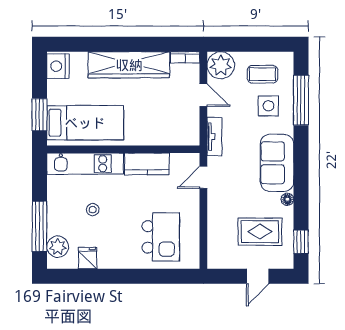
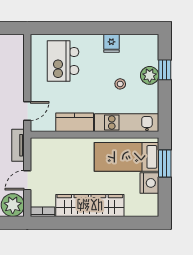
nightstand: (58, 66) -> (149, 183), moved
door: (203, 95) -> (27, 180), hinge flipped
window: (40, 226) -> (165, 70), width x0.46
plant: (58, 247) -> (150, 75), moved
fridge: (88, 258) -> (111, 43), moved

